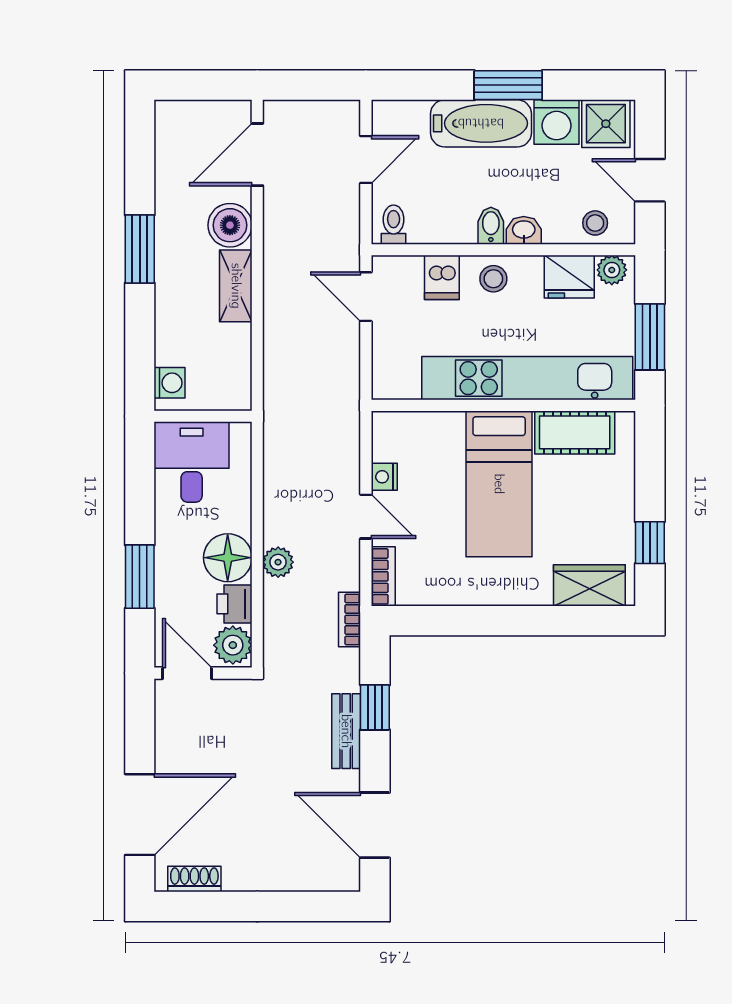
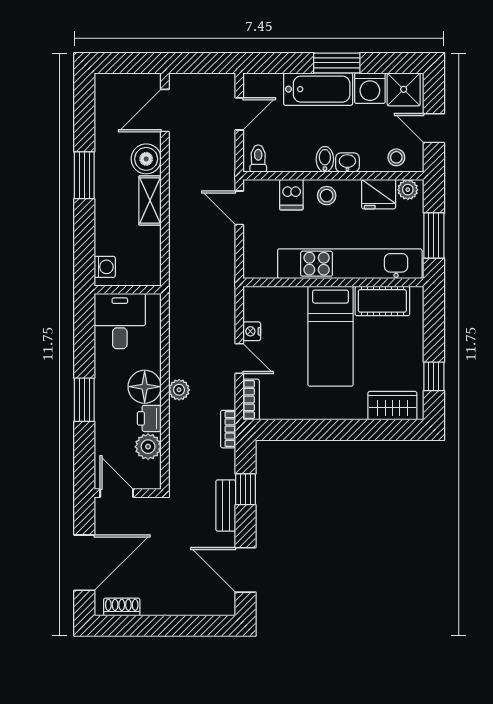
door: (187, 673) -> (117, 493), moved
wall: (203, 673) -> (128, 493), moved

